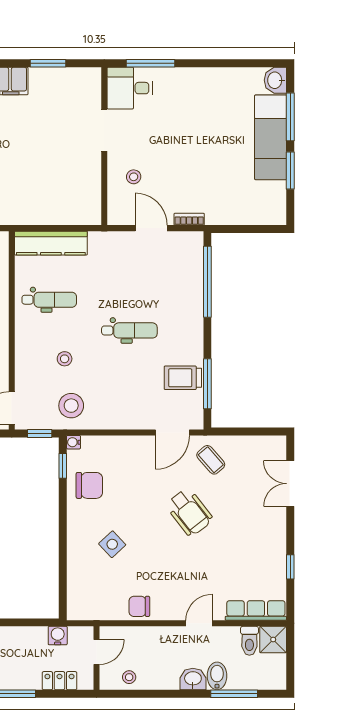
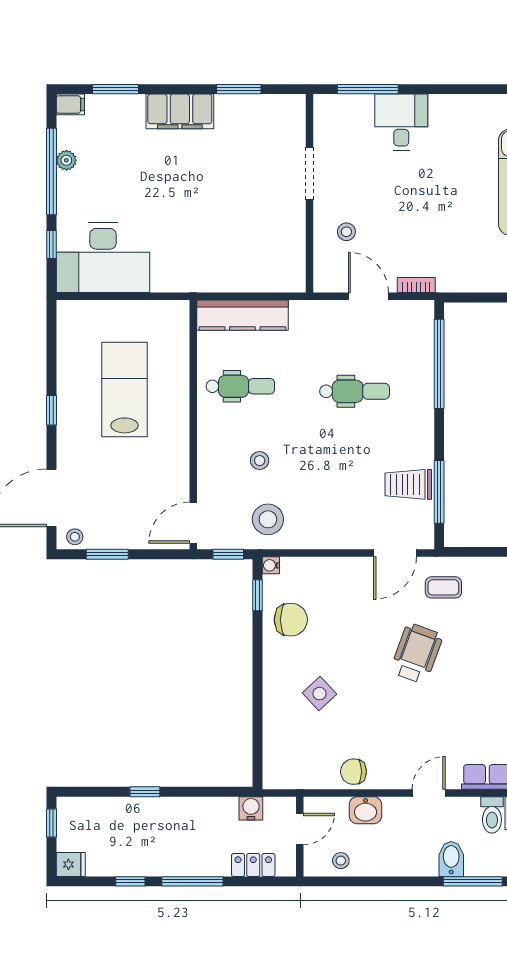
desk: (130, 88) -> (401, 122), moved, turned 90
dental chair: (129, 330) -> (355, 391), moved
coffee table: (211, 460) -> (443, 587), turned -49
wheelchair: (189, 512) -> (416, 653), turned -122
washbasin: (193, 679) -> (365, 810), moved, turned 180

